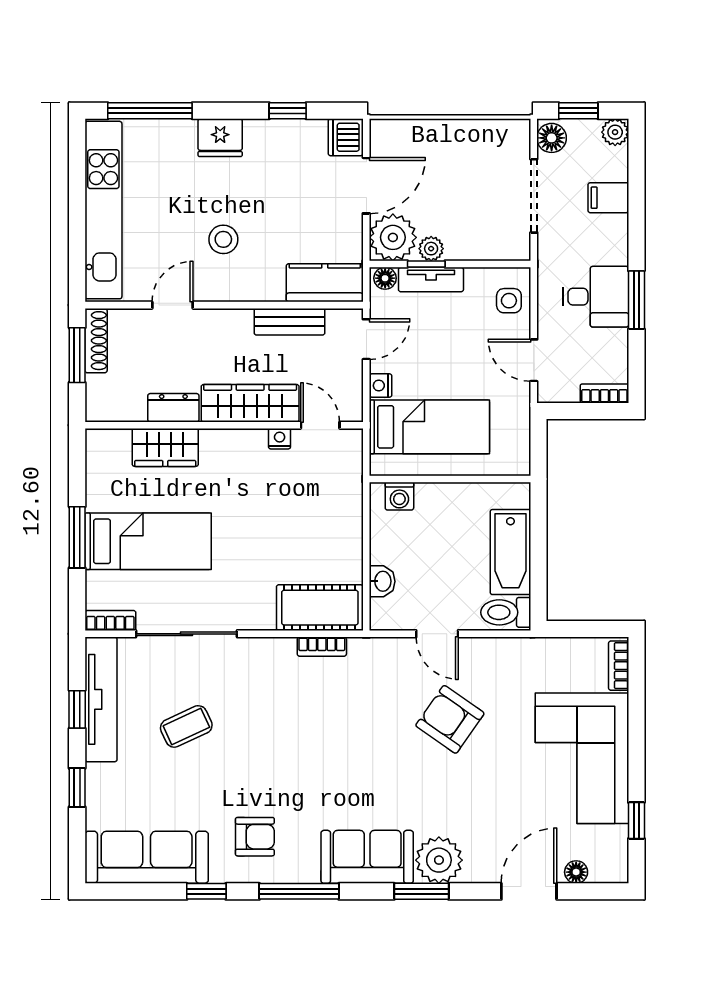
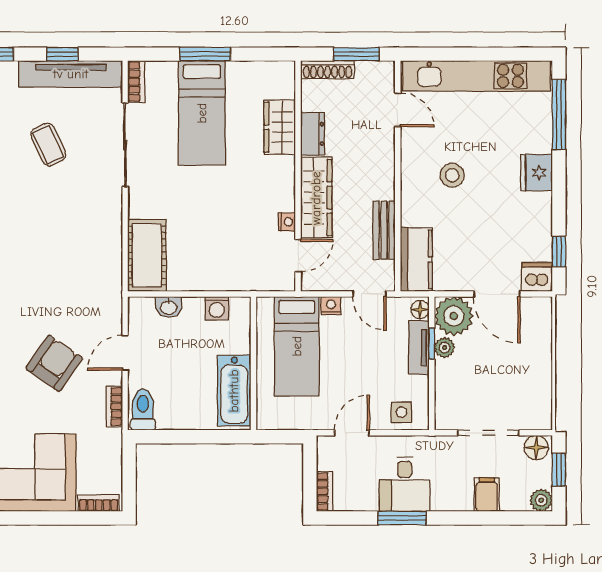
window: (288, 111) -> (559, 252), moved
door: (173, 305) -> (398, 110), moved
shoe rack: (96, 341) -> (328, 70), moved
washing machine: (399, 496) -> (217, 308), moved, turned -90
bathtub: (510, 552) -> (234, 391), moved, turned -90
bookcase: (322, 647) -> (114, 407), moved

